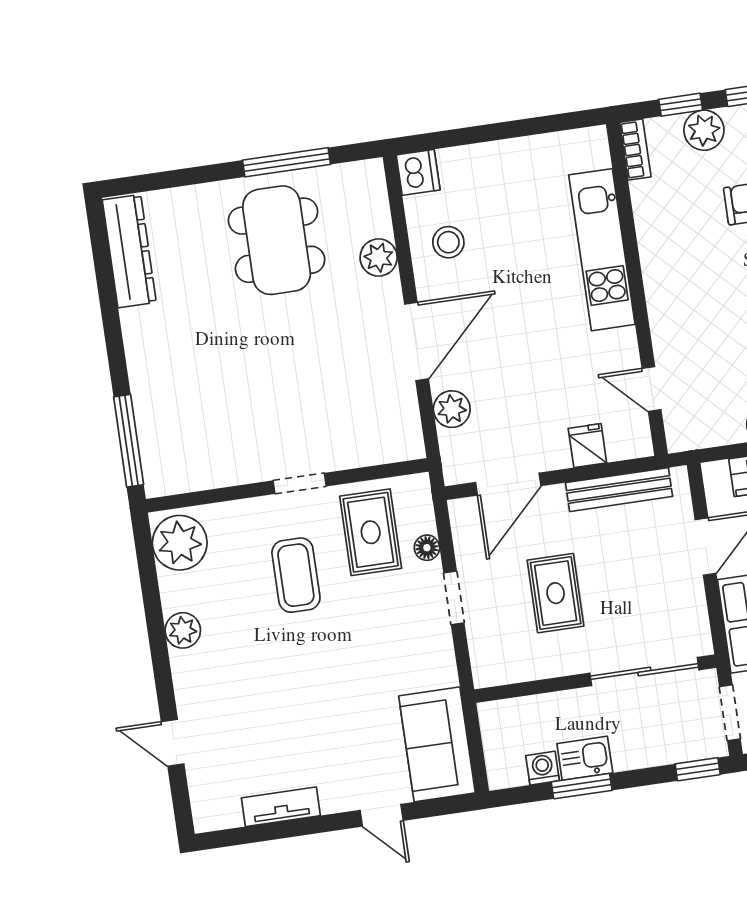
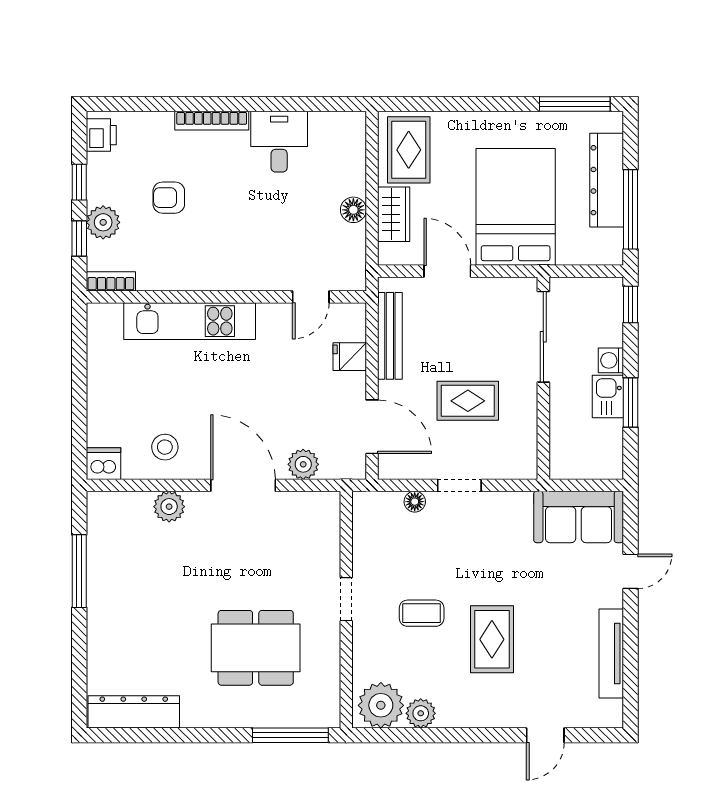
dining table: (277, 240) -> (256, 648), moved
rug: (371, 532) -> (492, 639), moved, turned 90
coffee table: (296, 575) -> (422, 613), width x0.73, depth x0.77
plant: (183, 630) -> (421, 713), moved
doorway: (730, 713) -> (588, 271), removed
washing machine: (543, 768) -> (611, 360), moved
tv unit: (281, 807) -> (611, 654), width x1.41

